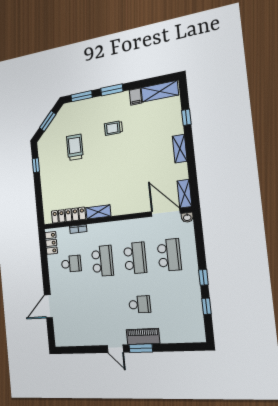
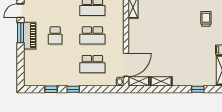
trolley: (113, 128) -> (206, 19), moved
shelving: (180, 149) -> (161, 81), moved

